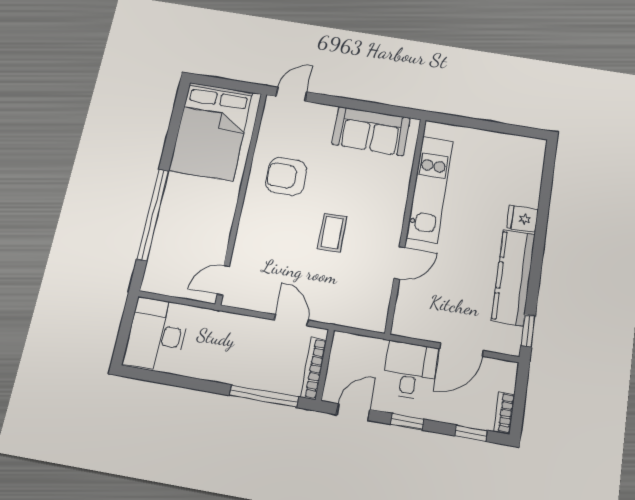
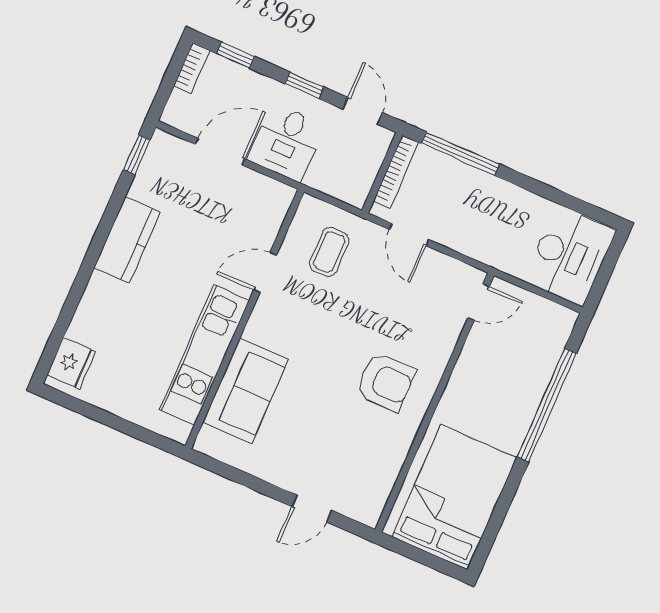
door: (292, 94) -> (312, 508), moved
sofa: (371, 131) -> (246, 391), moved, turned 90
armchair: (286, 176) -> (385, 382), moved
fridge: (522, 219) -> (71, 363), moved, width x1.38
coffee table: (332, 233) -> (329, 252), moved
kitchen counter: (513, 277) -> (127, 240), width x0.67
door: (353, 412) -> (363, 111), swing flipped

